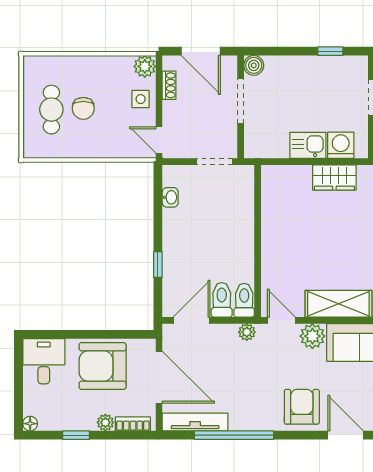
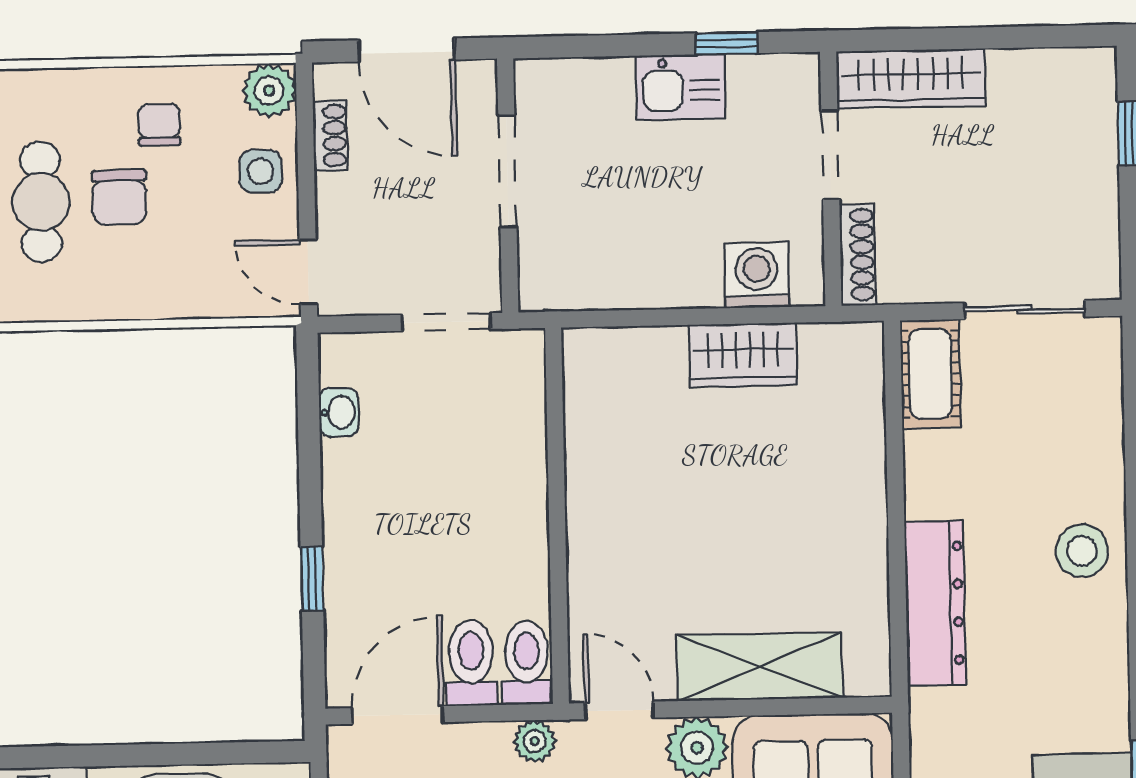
boiler: (254, 65) -> (538, 82), removed
chair: (100, 79) -> (159, 125), added
kitchen sink: (308, 145) -> (681, 87), moved, turned 180

